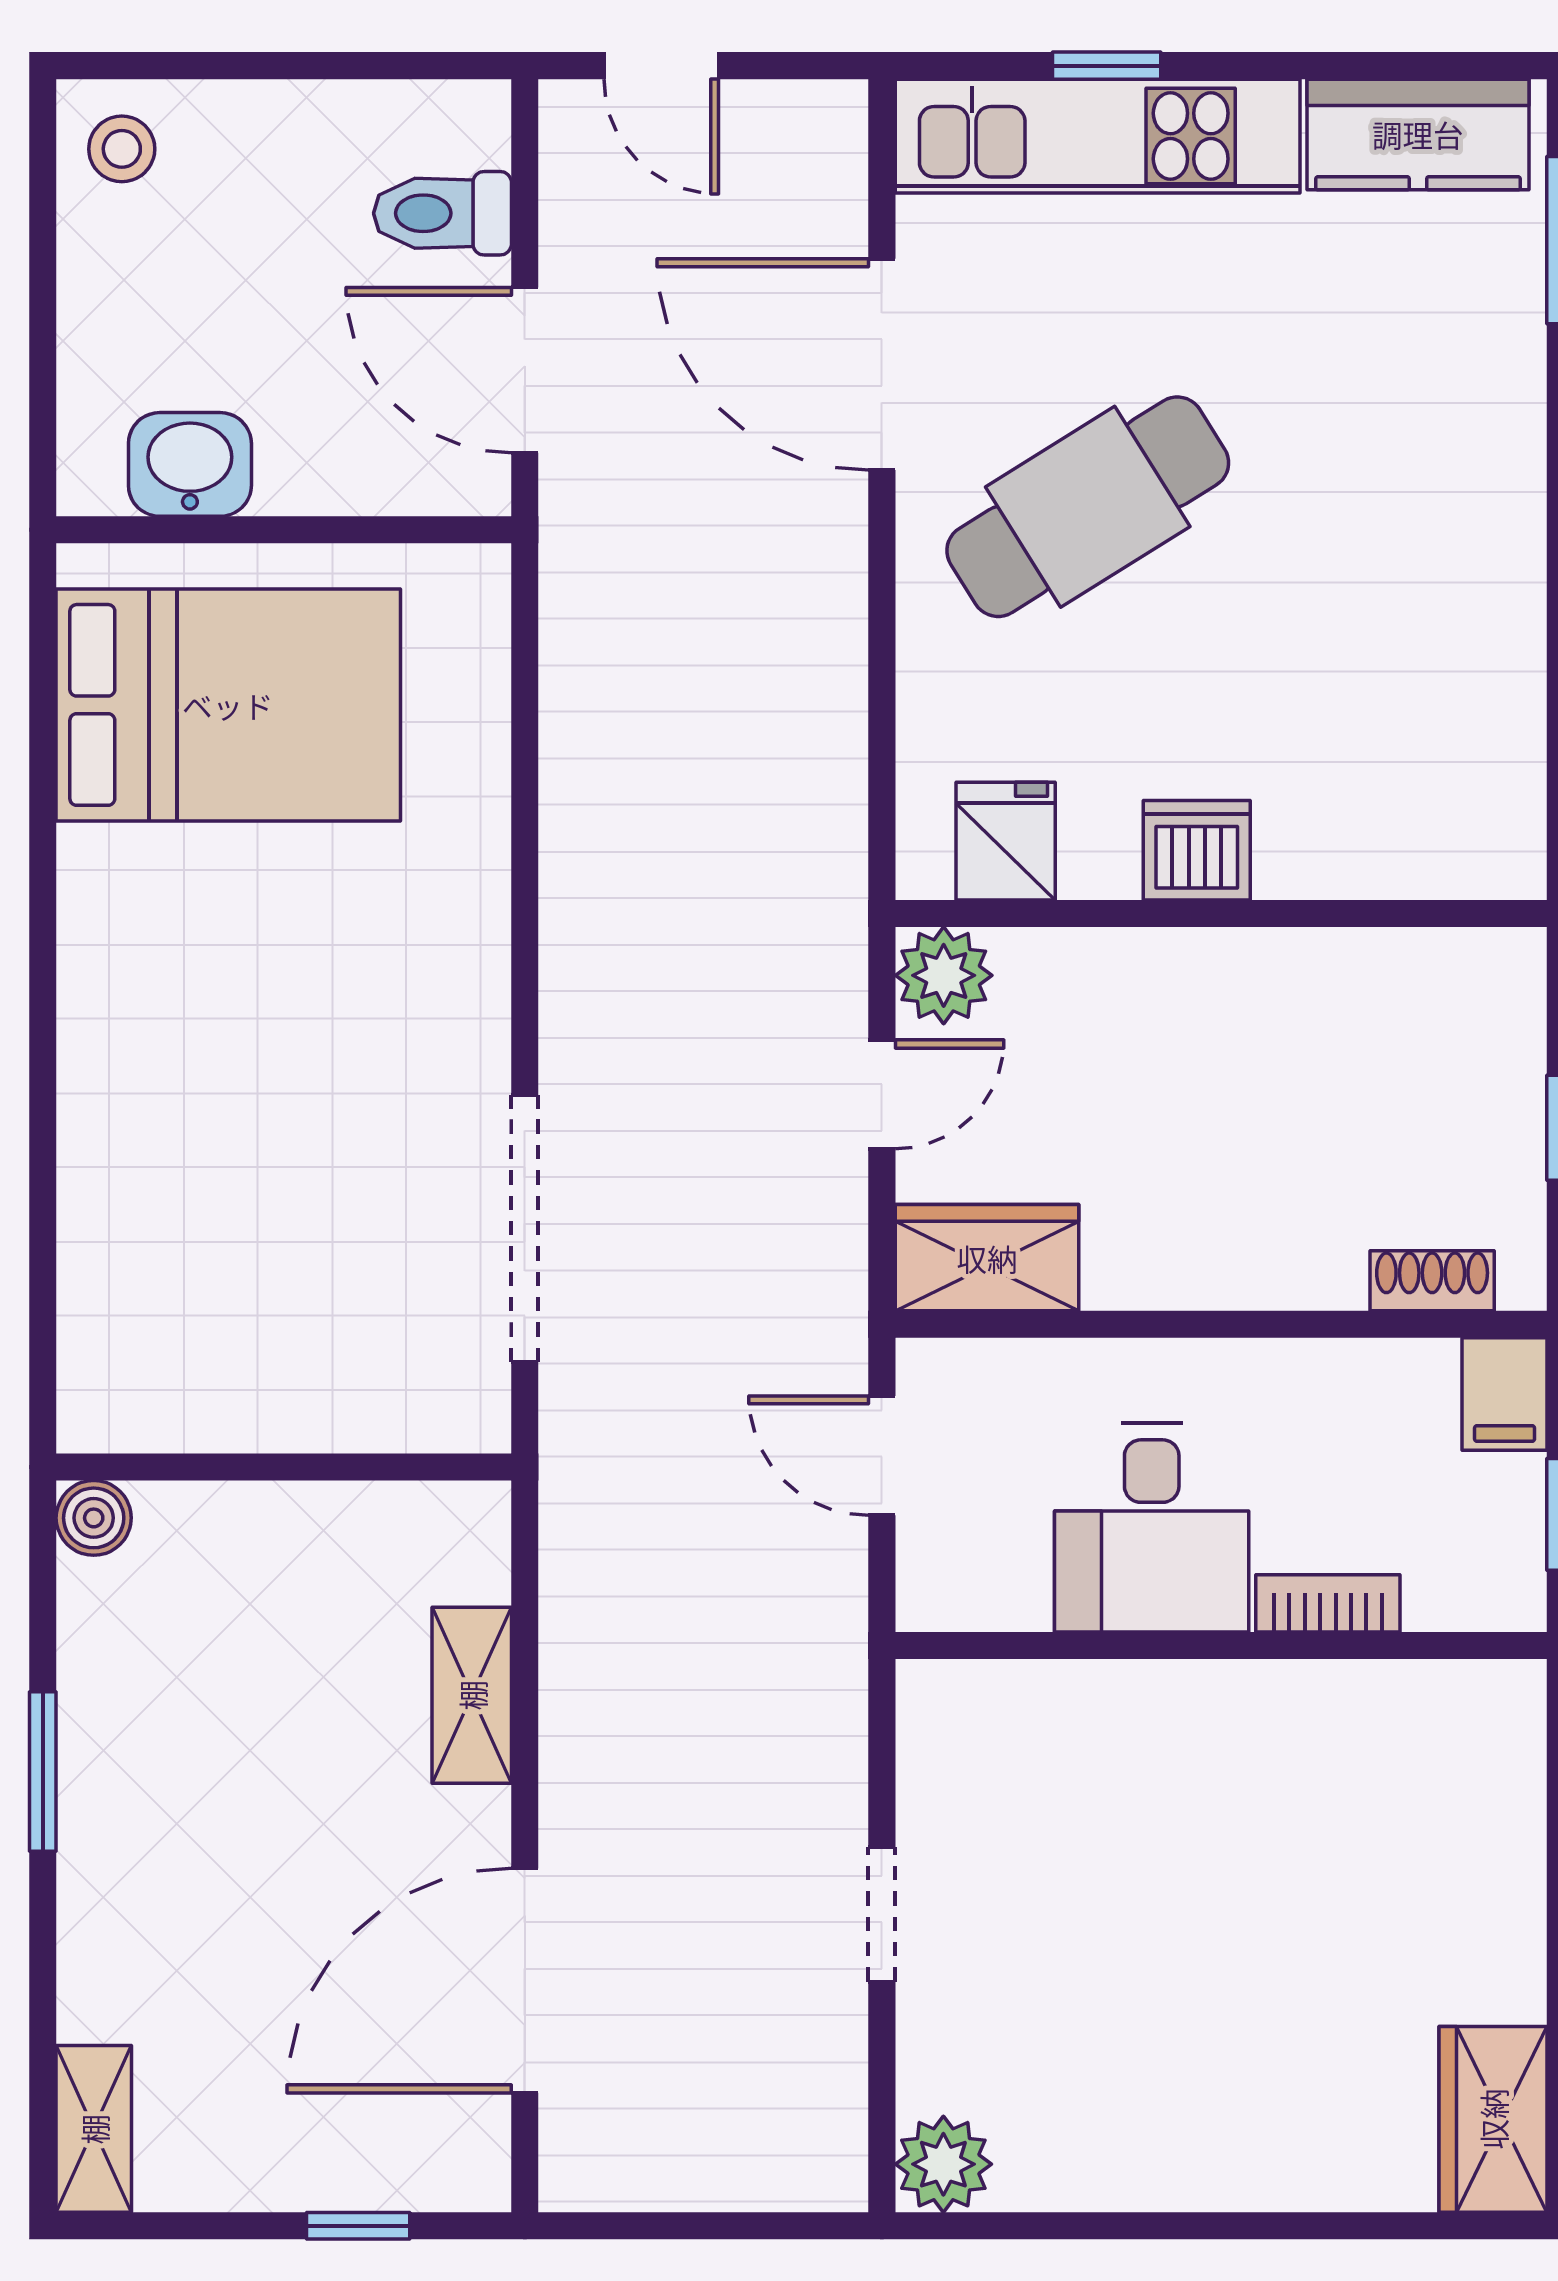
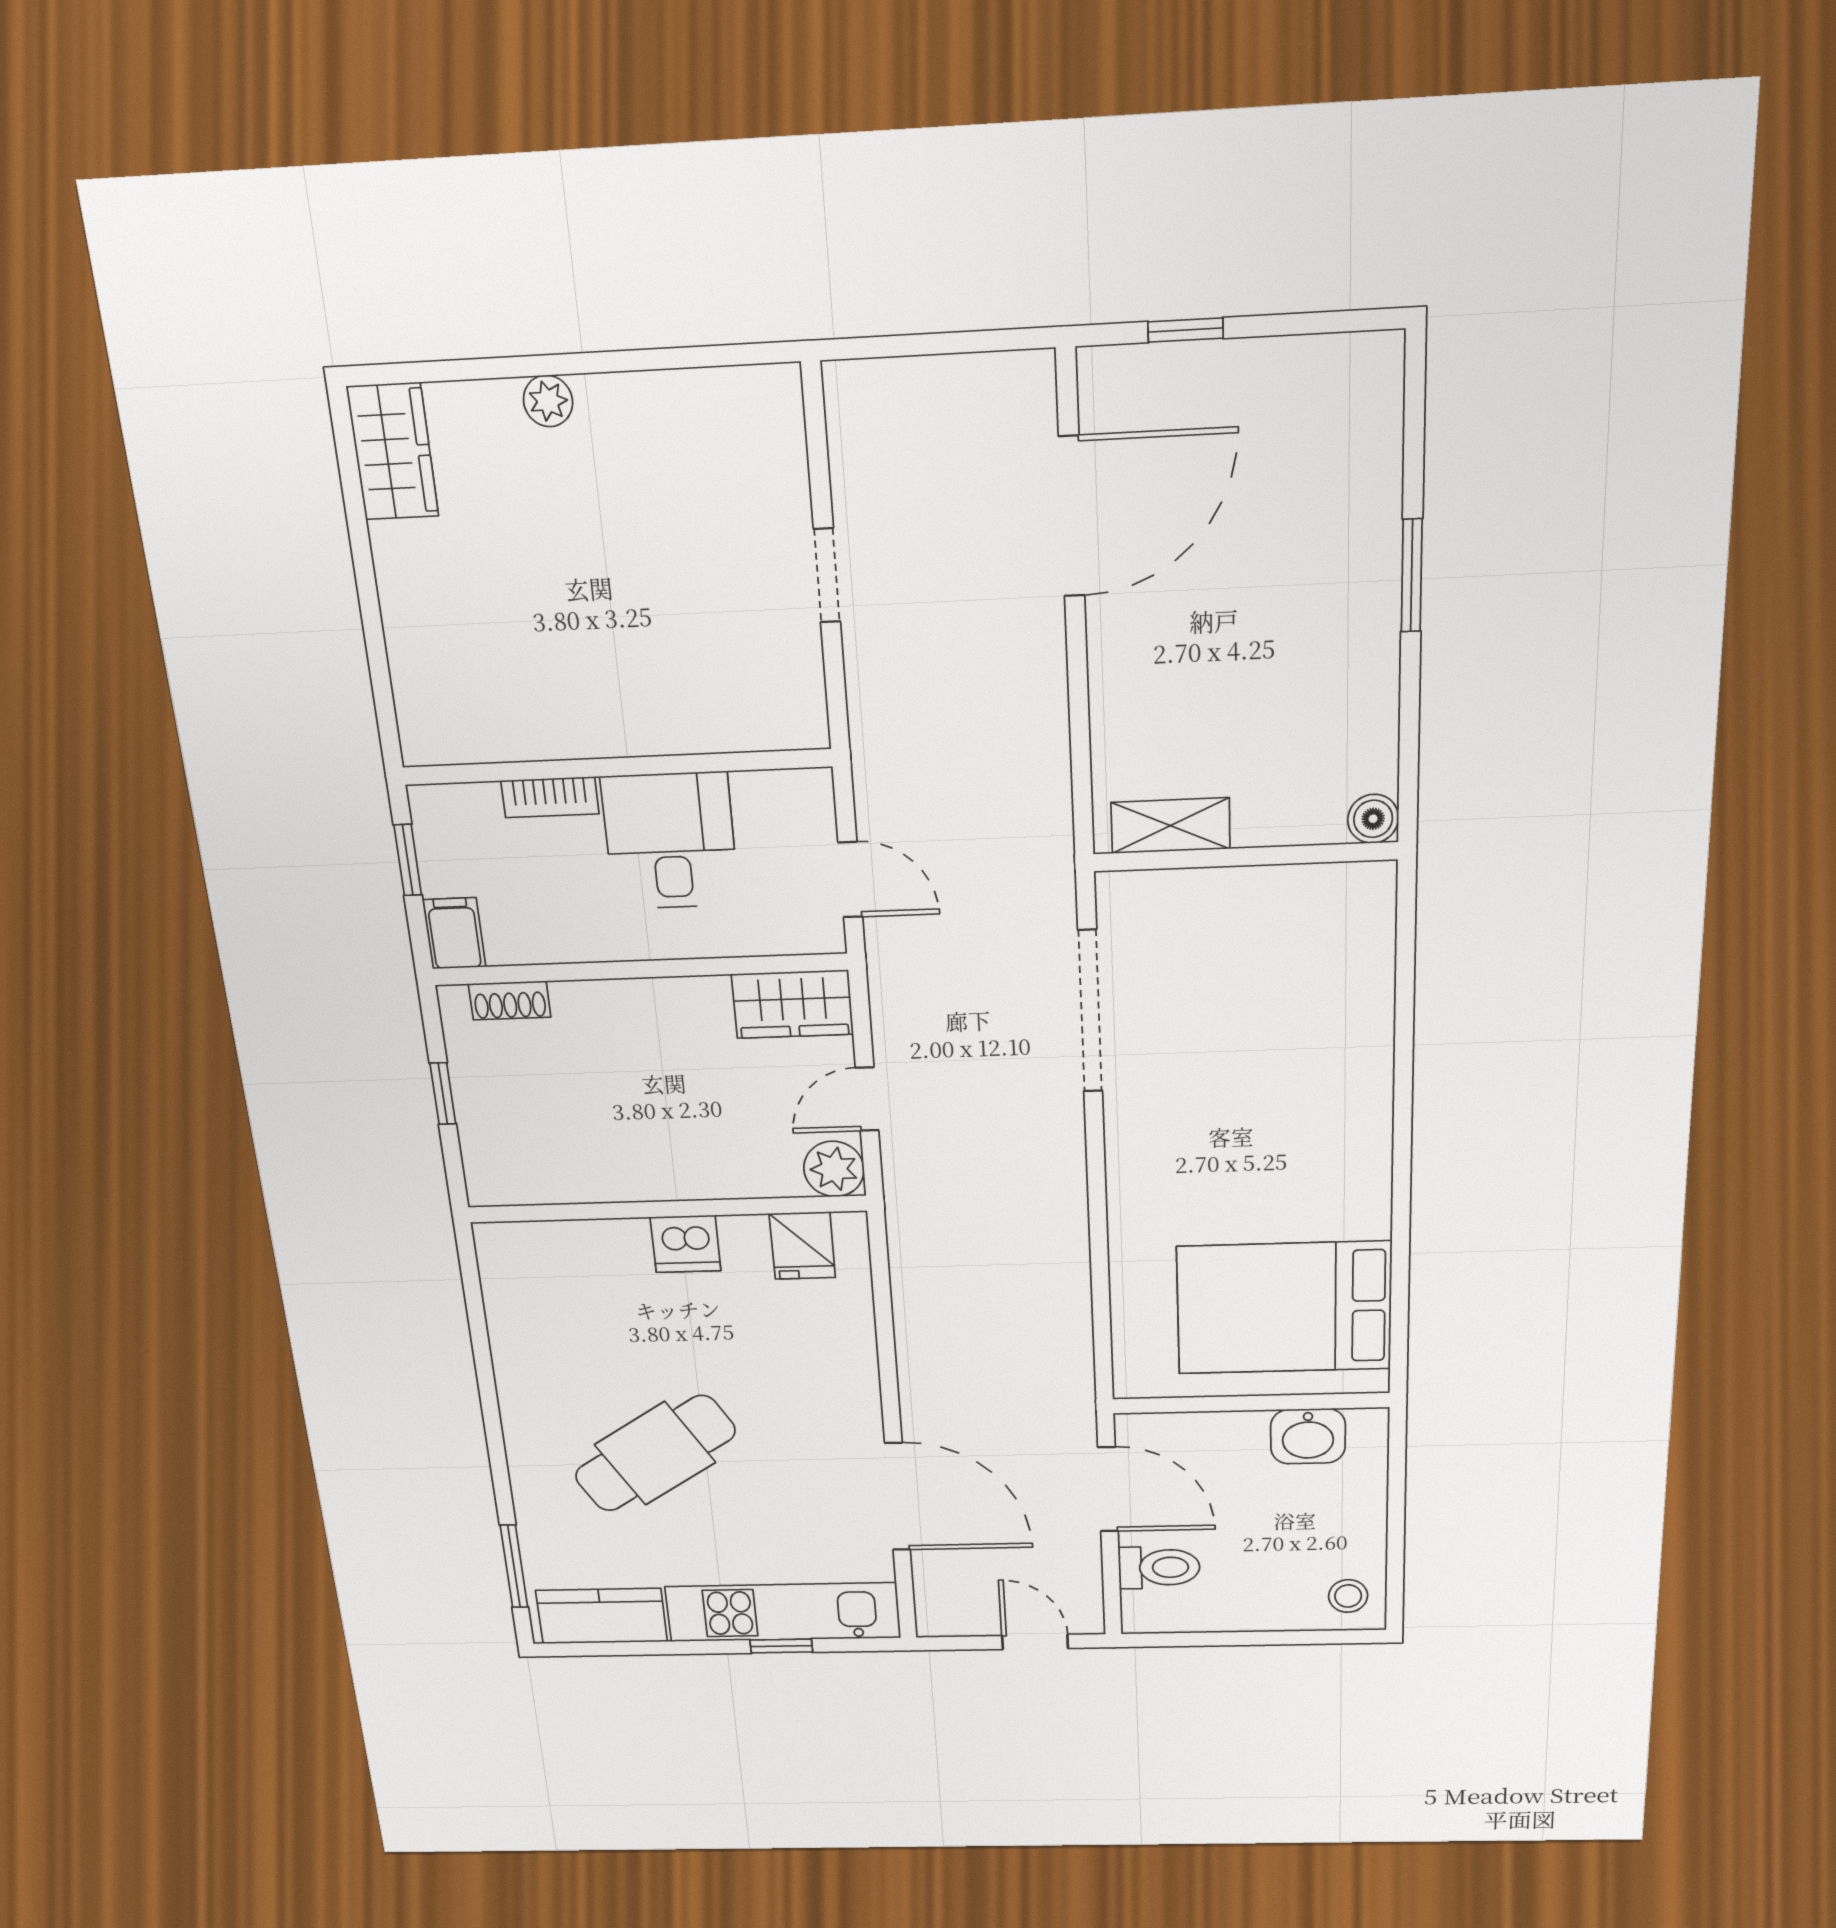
cafe table: (1088, 507) -> (655, 1453), moved
shelving: (472, 1695) -> (1171, 826), moved, turned 90
window: (43, 1772) -> (1412, 575), moved
shelving: (94, 2129) -> (1378, 393), removed
plant: (943, 2164) -> (548, 401), moved, width x0.73, depth x0.73

